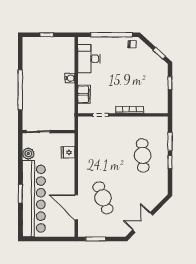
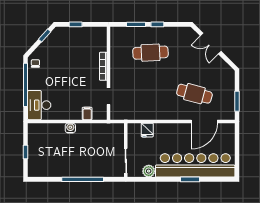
desk: (89, 59) -> (39, 105), moved, turned 90
filing cabinet: (84, 94) -> (87, 113), width x0.50
cafe table: (103, 198) -> (194, 94), turned 36
double door: (143, 222) -> (211, 44), moved

